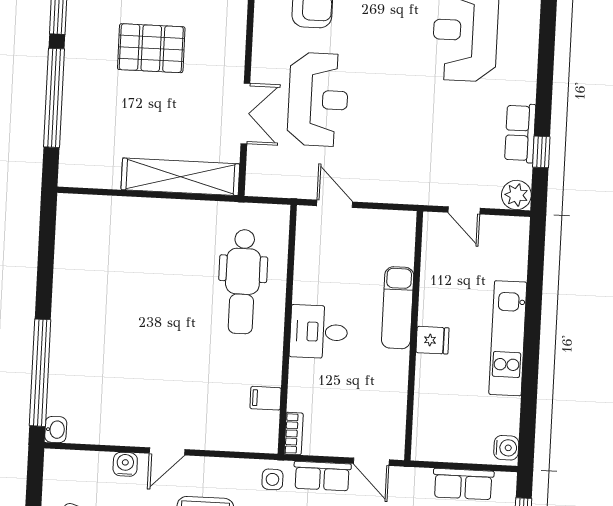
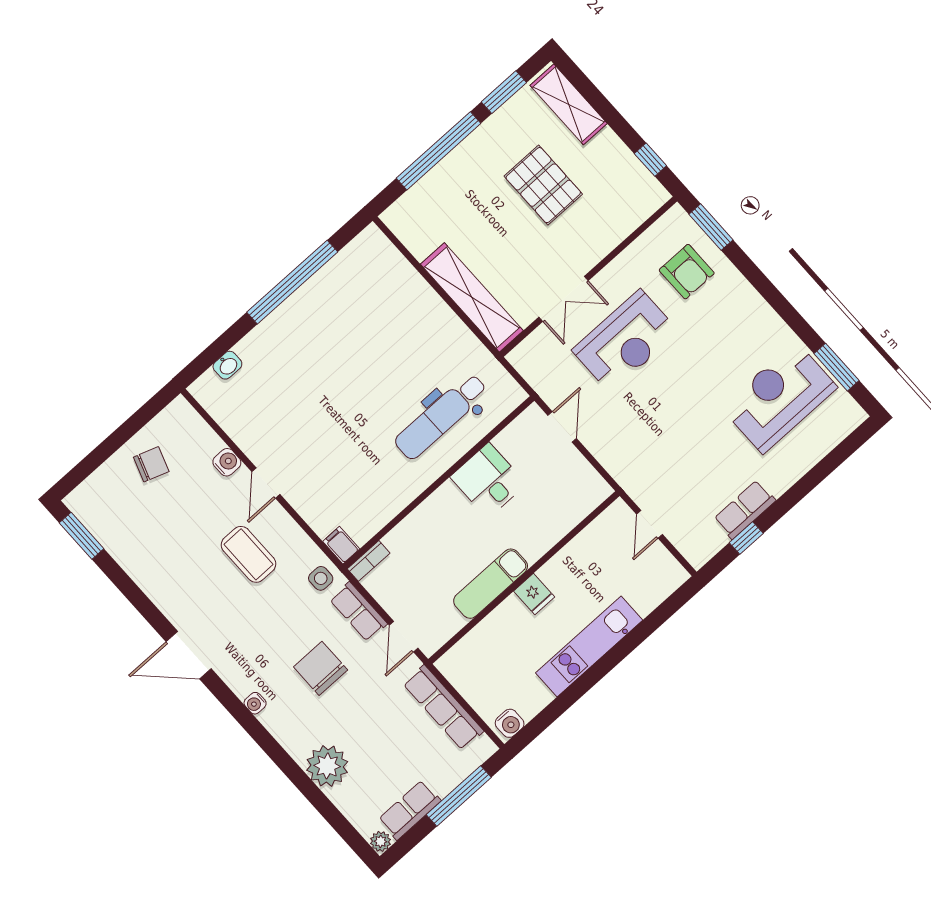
plant: (516, 195) -> (698, 551), removed
exam couch: (398, 308) -> (491, 584), moved
desk: (319, 332) -> (488, 481), moved
window: (40, 373) -> (292, 282), moved
filing cabinet: (266, 398) -> (341, 545), moved
washbasin: (56, 430) -> (227, 365), moved
door: (167, 451) -> (266, 483), hinge flipped
row of seats: (463, 484) -> (443, 707), width x1.48

